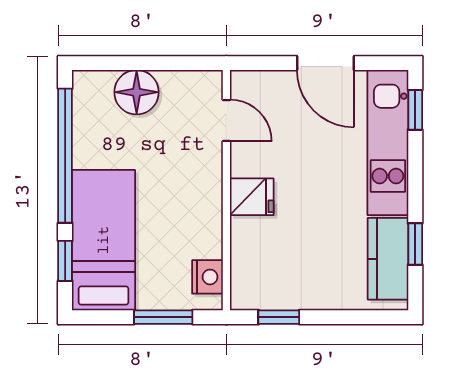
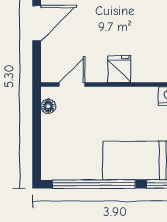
floor lamp: (137, 92) -> (48, 106), moved, width x0.53, depth x0.53

